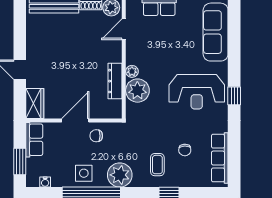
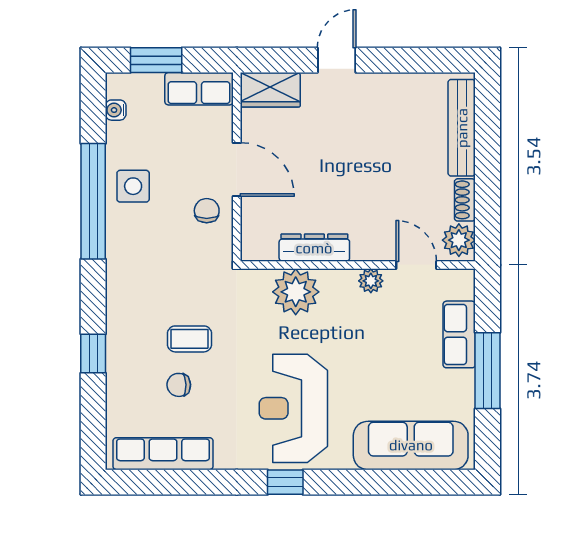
plant: (132, 71) -> (371, 281), moved
coffee table: (157, 165) -> (189, 339), moved
plant: (120, 175) -> (130, 257), removed

